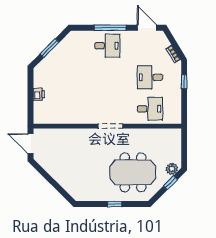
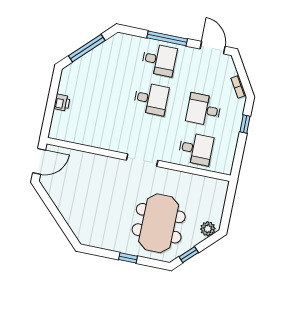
window: (49, 48) -> (87, 48), width x1.44
desk: (107, 77) -> (151, 99), added
door: (31, 144) -> (39, 161), swing flipped
meeting table: (133, 172) -> (159, 223), turned 90
window: (171, 183) -> (189, 255), moved

